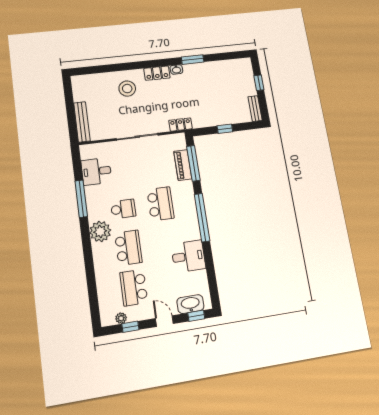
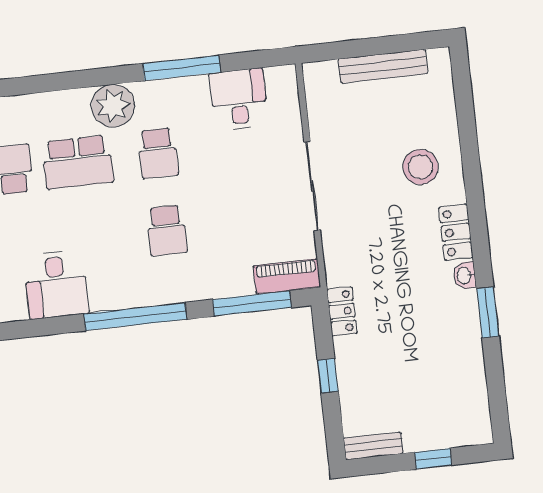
bench: (82, 122) -> (383, 66), moved
locker: (180, 125) -> (342, 311), moved
piano: (183, 165) -> (287, 276), moved
school desk: (160, 204) -> (167, 230), width x0.54

